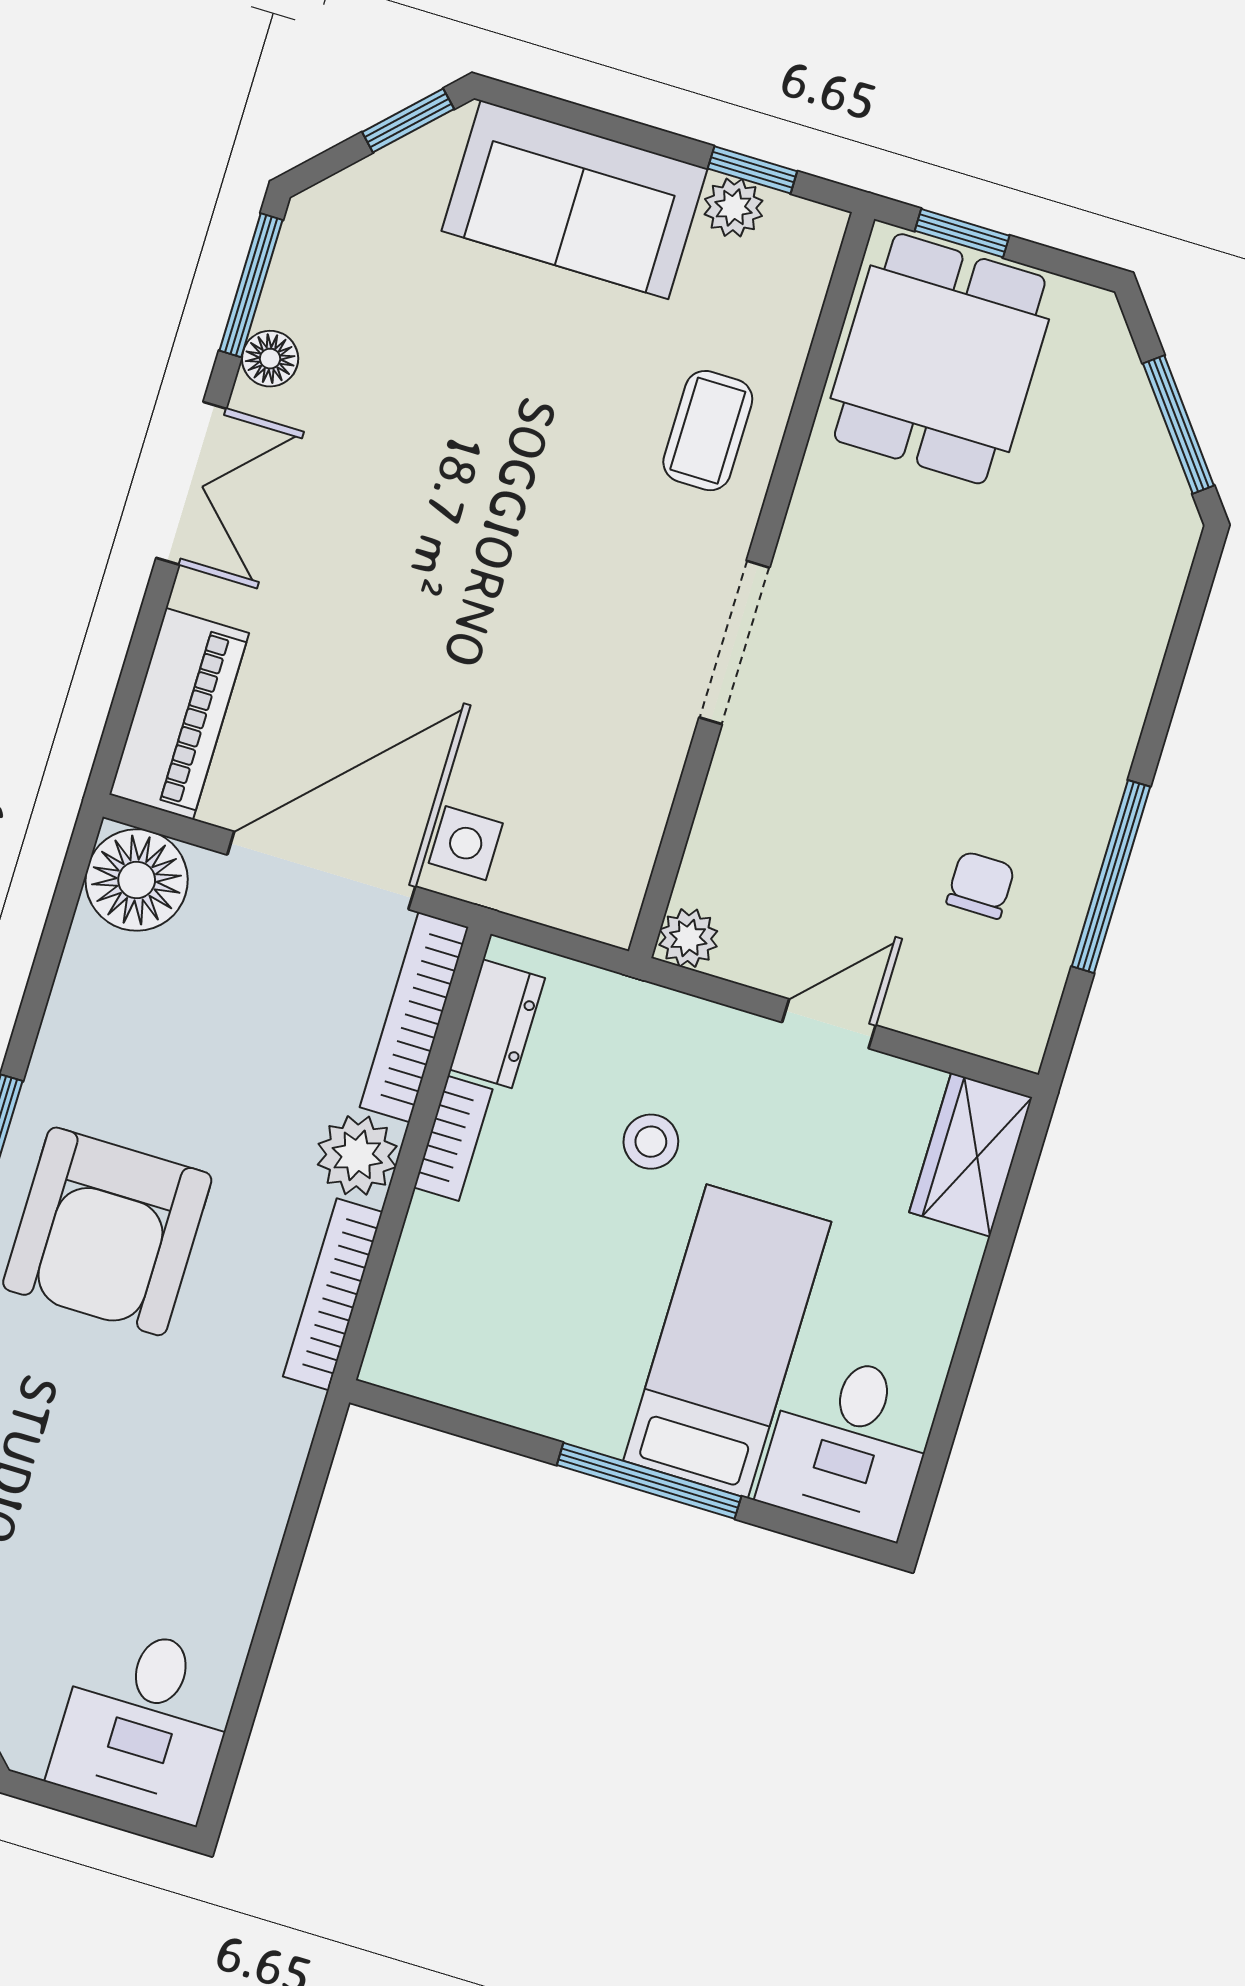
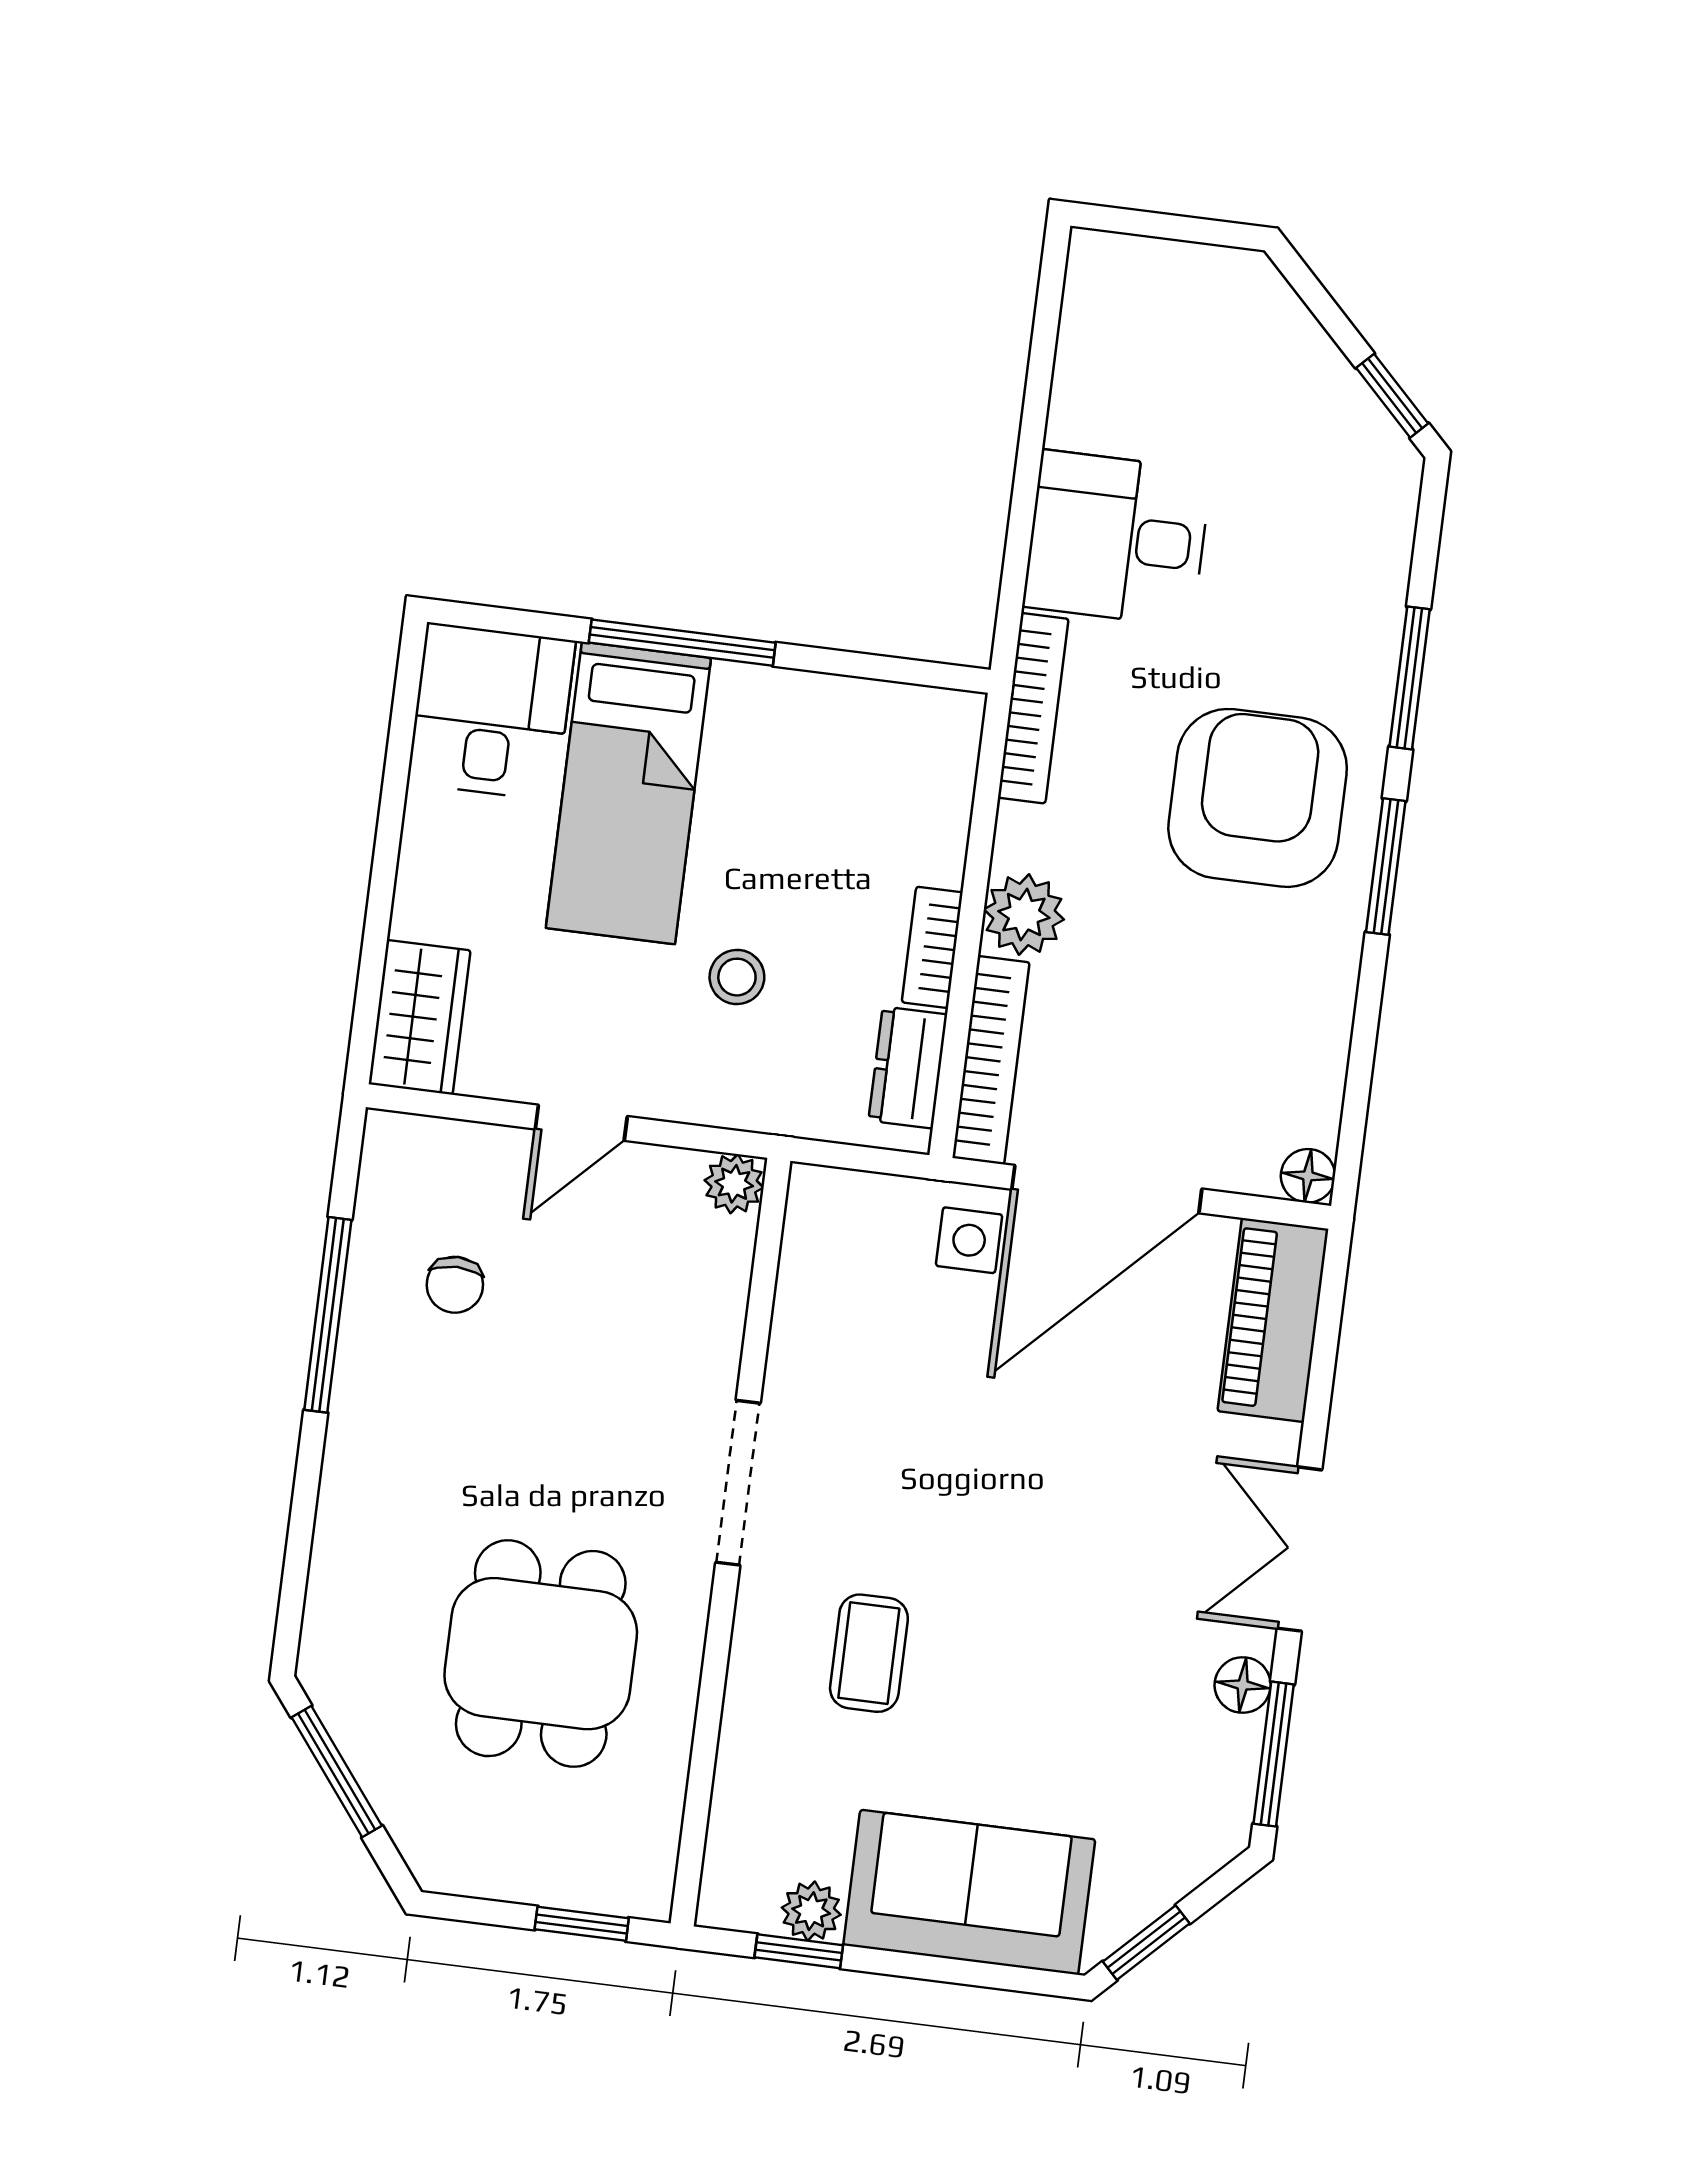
dining table: (940, 359) -> (541, 1654), moved
coffee table: (708, 431) -> (869, 1653), moved
floor lamp: (137, 880) -> (1308, 1176), width x0.53, depth x0.53
bookcase: (333, 1294) -> (1033, 708), moved
desk: (145, 1722) -> (1117, 538), moved, turned -90

